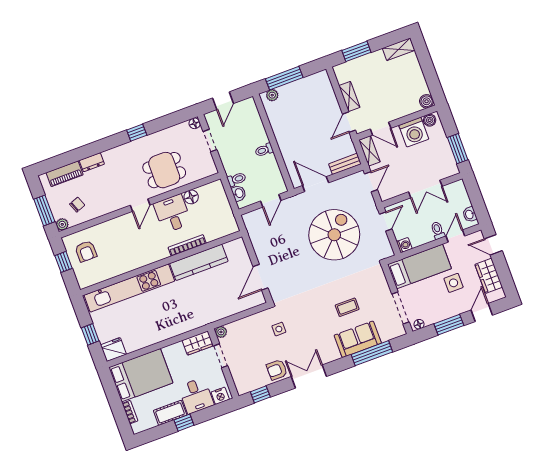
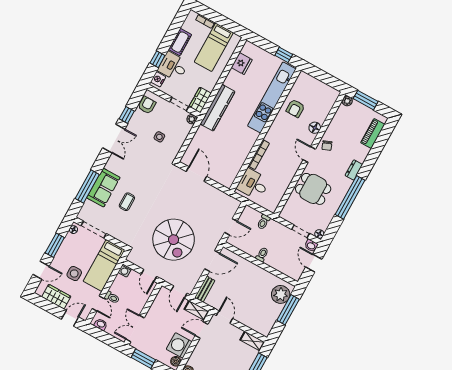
plant: (272, 95) -> (281, 294), width x1.88, depth x1.88
shelving: (349, 96) -> (252, 341), moved
window: (137, 133) -> (350, 197), width x3.17
dresser: (92, 162) -> (354, 170), moved
dining table: (164, 170) -> (313, 189), turned 90
double door: (425, 189) -> (135, 329), moved
washbasin: (239, 193) -> (311, 246), moved
floor lamp: (191, 197) -> (315, 128), moved
door: (271, 201) -> (231, 227), swing flipped
chair: (77, 205) -> (327, 146), moved
desk: (173, 214) -> (253, 184), moved, turned 180
armchair: (86, 251) -> (295, 108), moved, turned -90
window: (63, 262) -> (326, 78), removed
kitchen counter: (199, 262) -> (218, 108), moved, turned 180
door: (482, 313) -> (41, 270), hinge flipped
side table: (279, 329) -> (159, 137), moved
window: (90, 334) -> (284, 55), moved
fridge: (113, 350) -> (242, 64), moved
armchair: (277, 370) -> (147, 105), moved
bed: (141, 375) -> (214, 47), width x0.67
window: (260, 394) -> (127, 115), moved
window: (184, 423) -> (157, 59), moved

